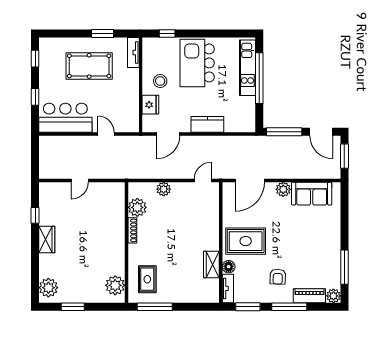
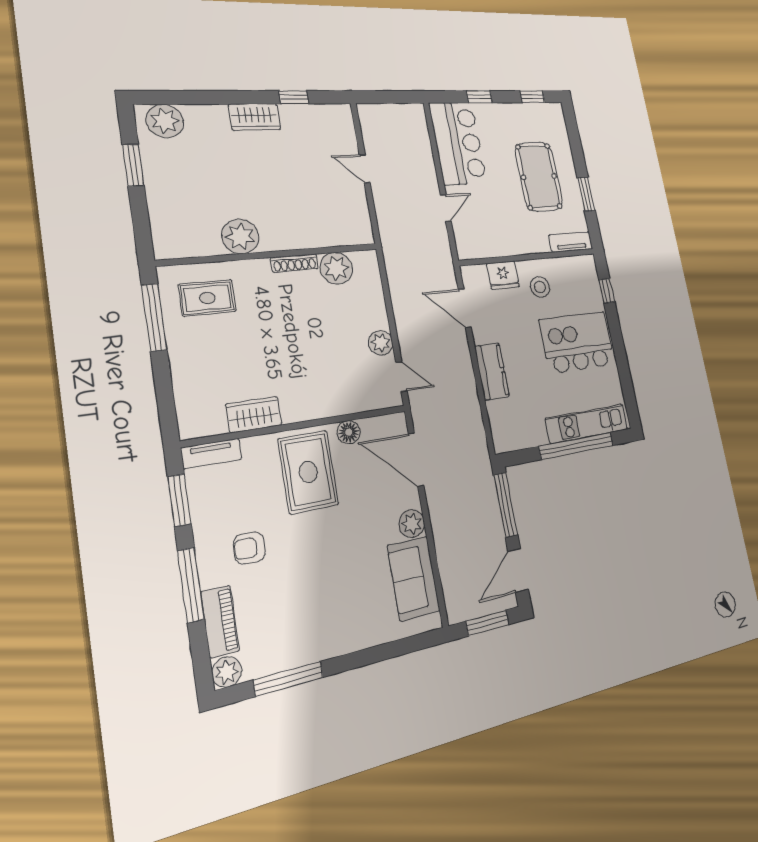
plant: (164, 189) -> (381, 343), moved
floor lamp: (229, 267) -> (349, 432), moved
plant: (115, 285) -> (240, 236), moved

